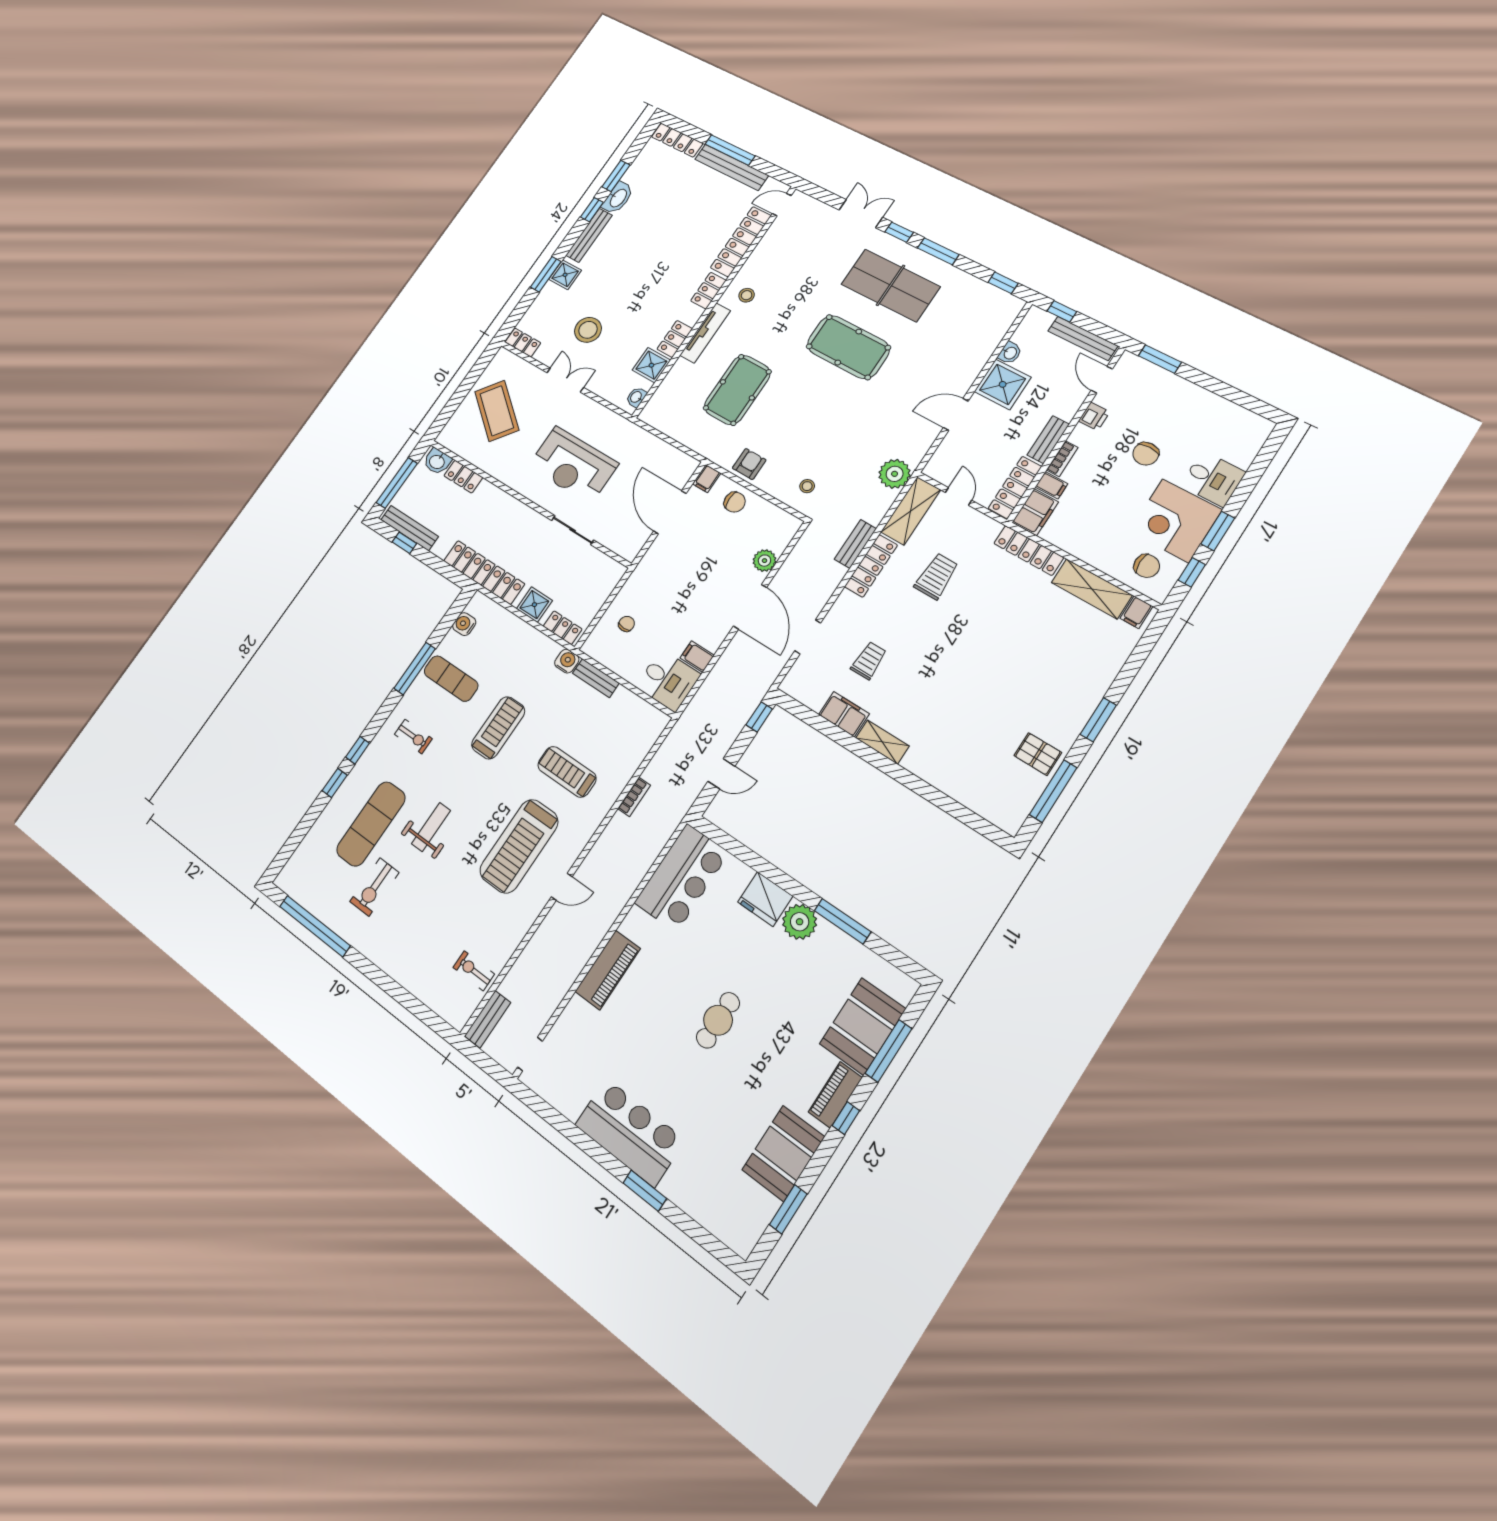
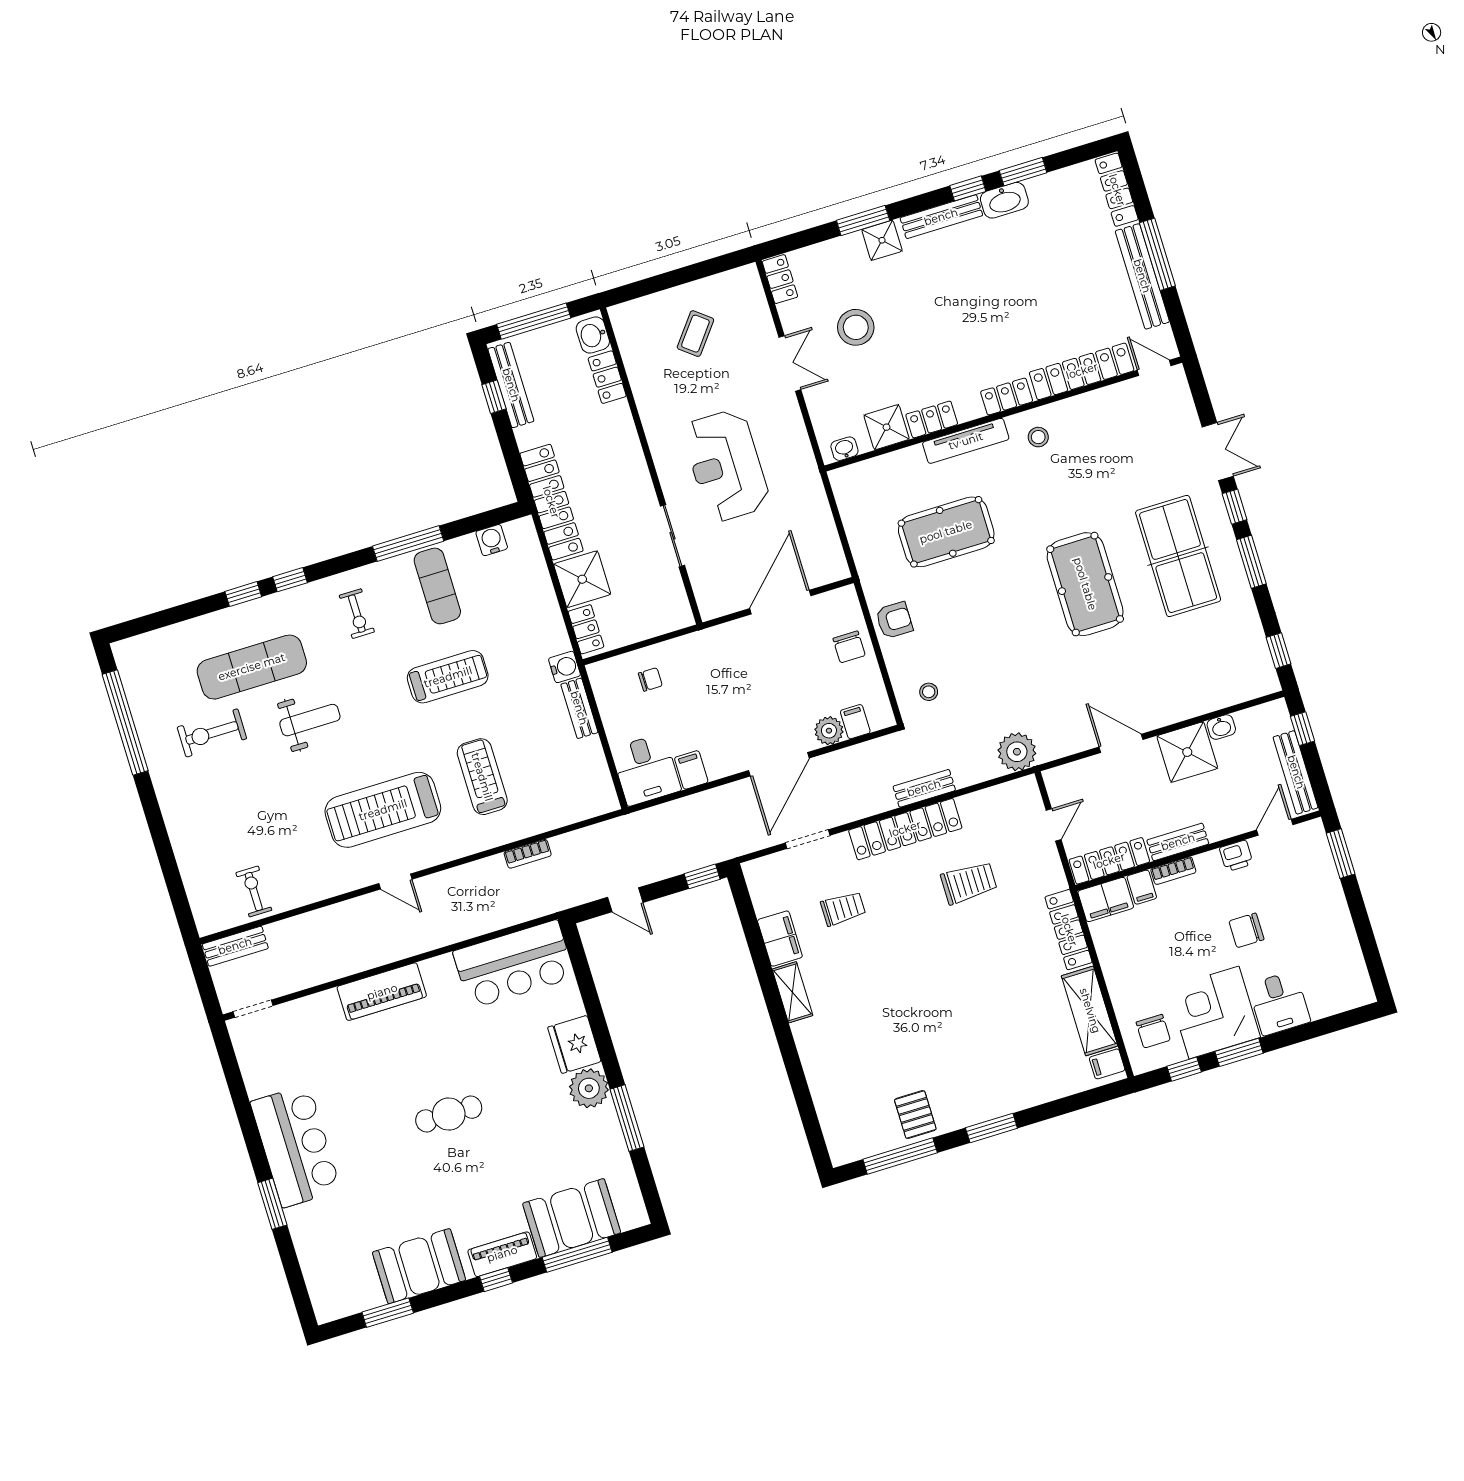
coffee table: (497, 411) -> (695, 334), width x0.54, depth x0.58
filing cabinet: (707, 479) -> (855, 722), moved, turned 90
shelving: (911, 511) -> (1000, 801), removed
locker: (871, 566) -> (905, 829), width x1.41, depth x1.21
shower: (534, 605) -> (582, 579), width x1.36, depth x1.36

